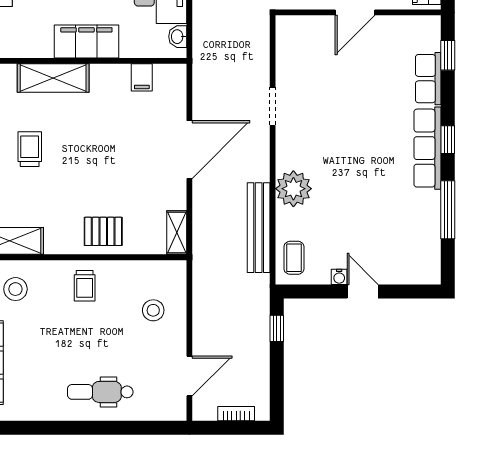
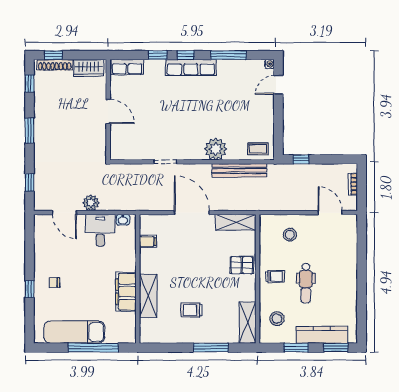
filing cabinet: (86, 42) -> (126, 292), moved
window: (448, 55) -> (158, 55), moved
row of seats: (428, 79) -> (127, 67), moved
pallet: (103, 231) -> (242, 265), turned 90
shelving: (177, 233) -> (236, 222), width x1.50, depth x1.33
water cooler: (339, 277) -> (269, 64), moved
door: (363, 291) -> (278, 85), moved
dental chair: (100, 392) -> (306, 283), moved

